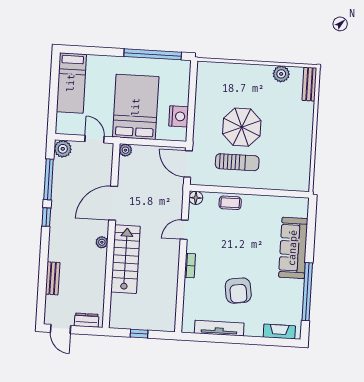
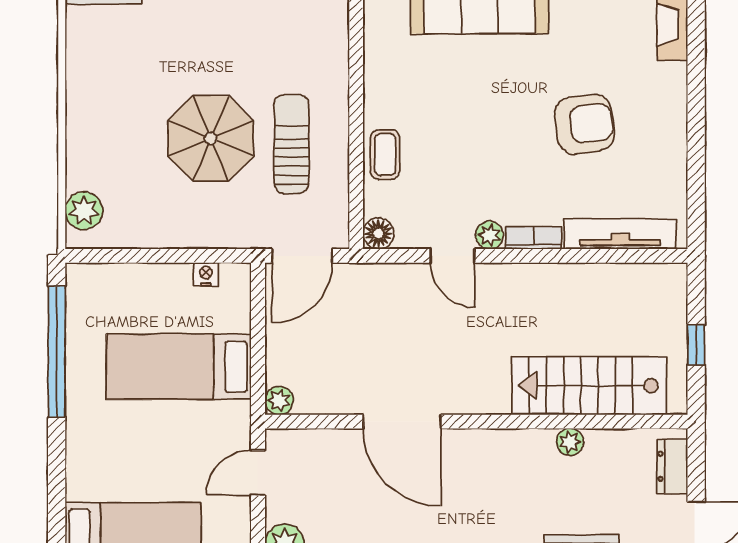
plant: (281, 74) -> (84, 211), moved
bed: (136, 107) -> (179, 367), width x0.67
nightstand: (179, 116) -> (206, 274), width x0.53, depth x0.56
plant: (102, 242) -> (570, 442), moved
plant: (192, 246) -> (489, 235), added
stairs: (126, 259) -> (589, 386), moved
tv unit: (219, 328) -> (620, 234), moved, turned 90

